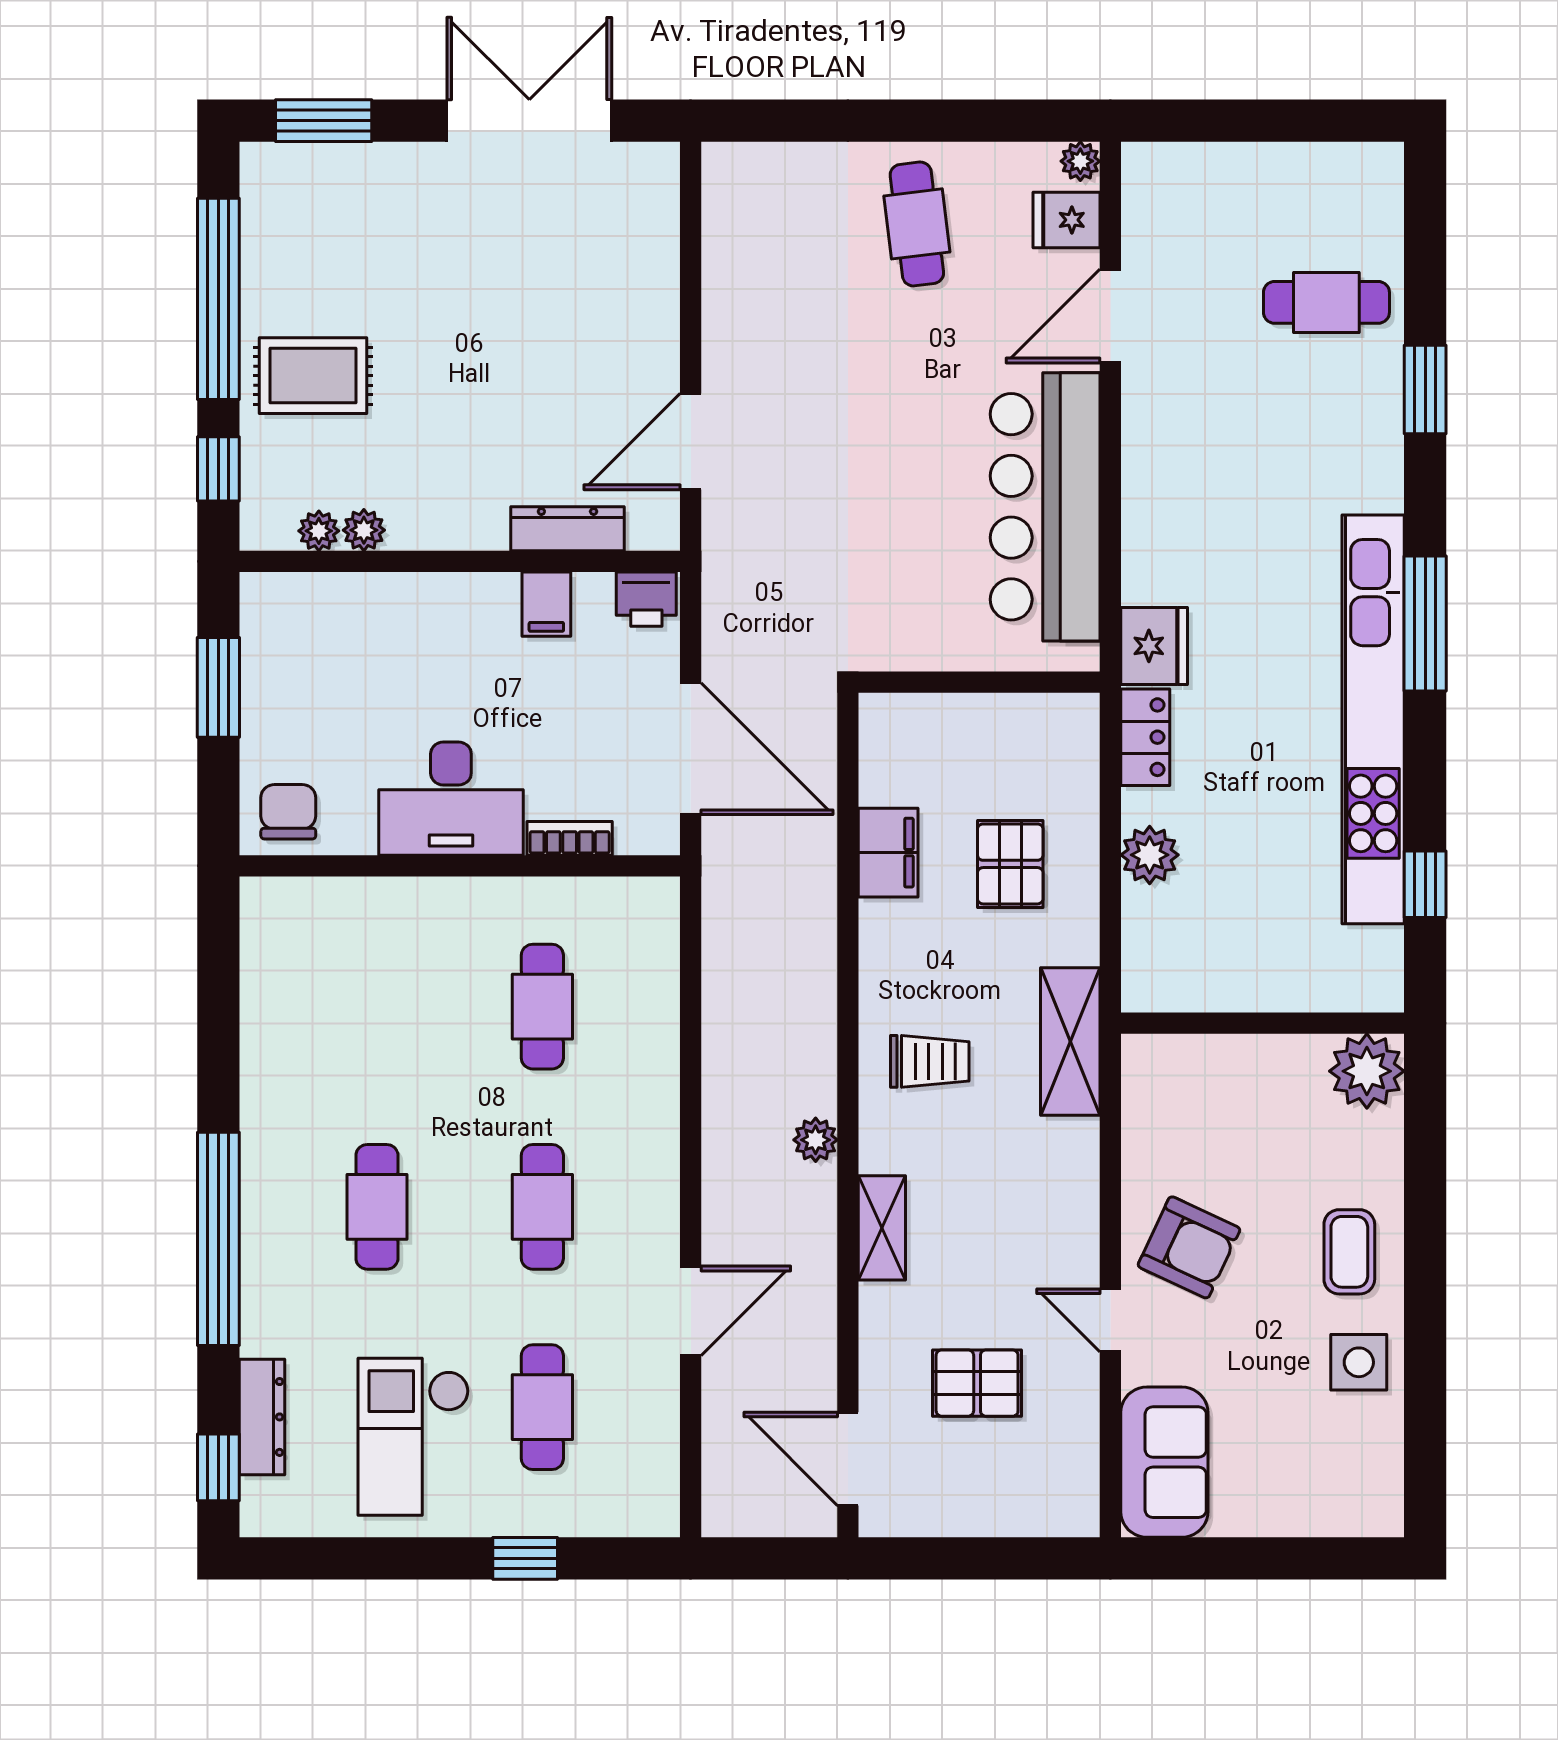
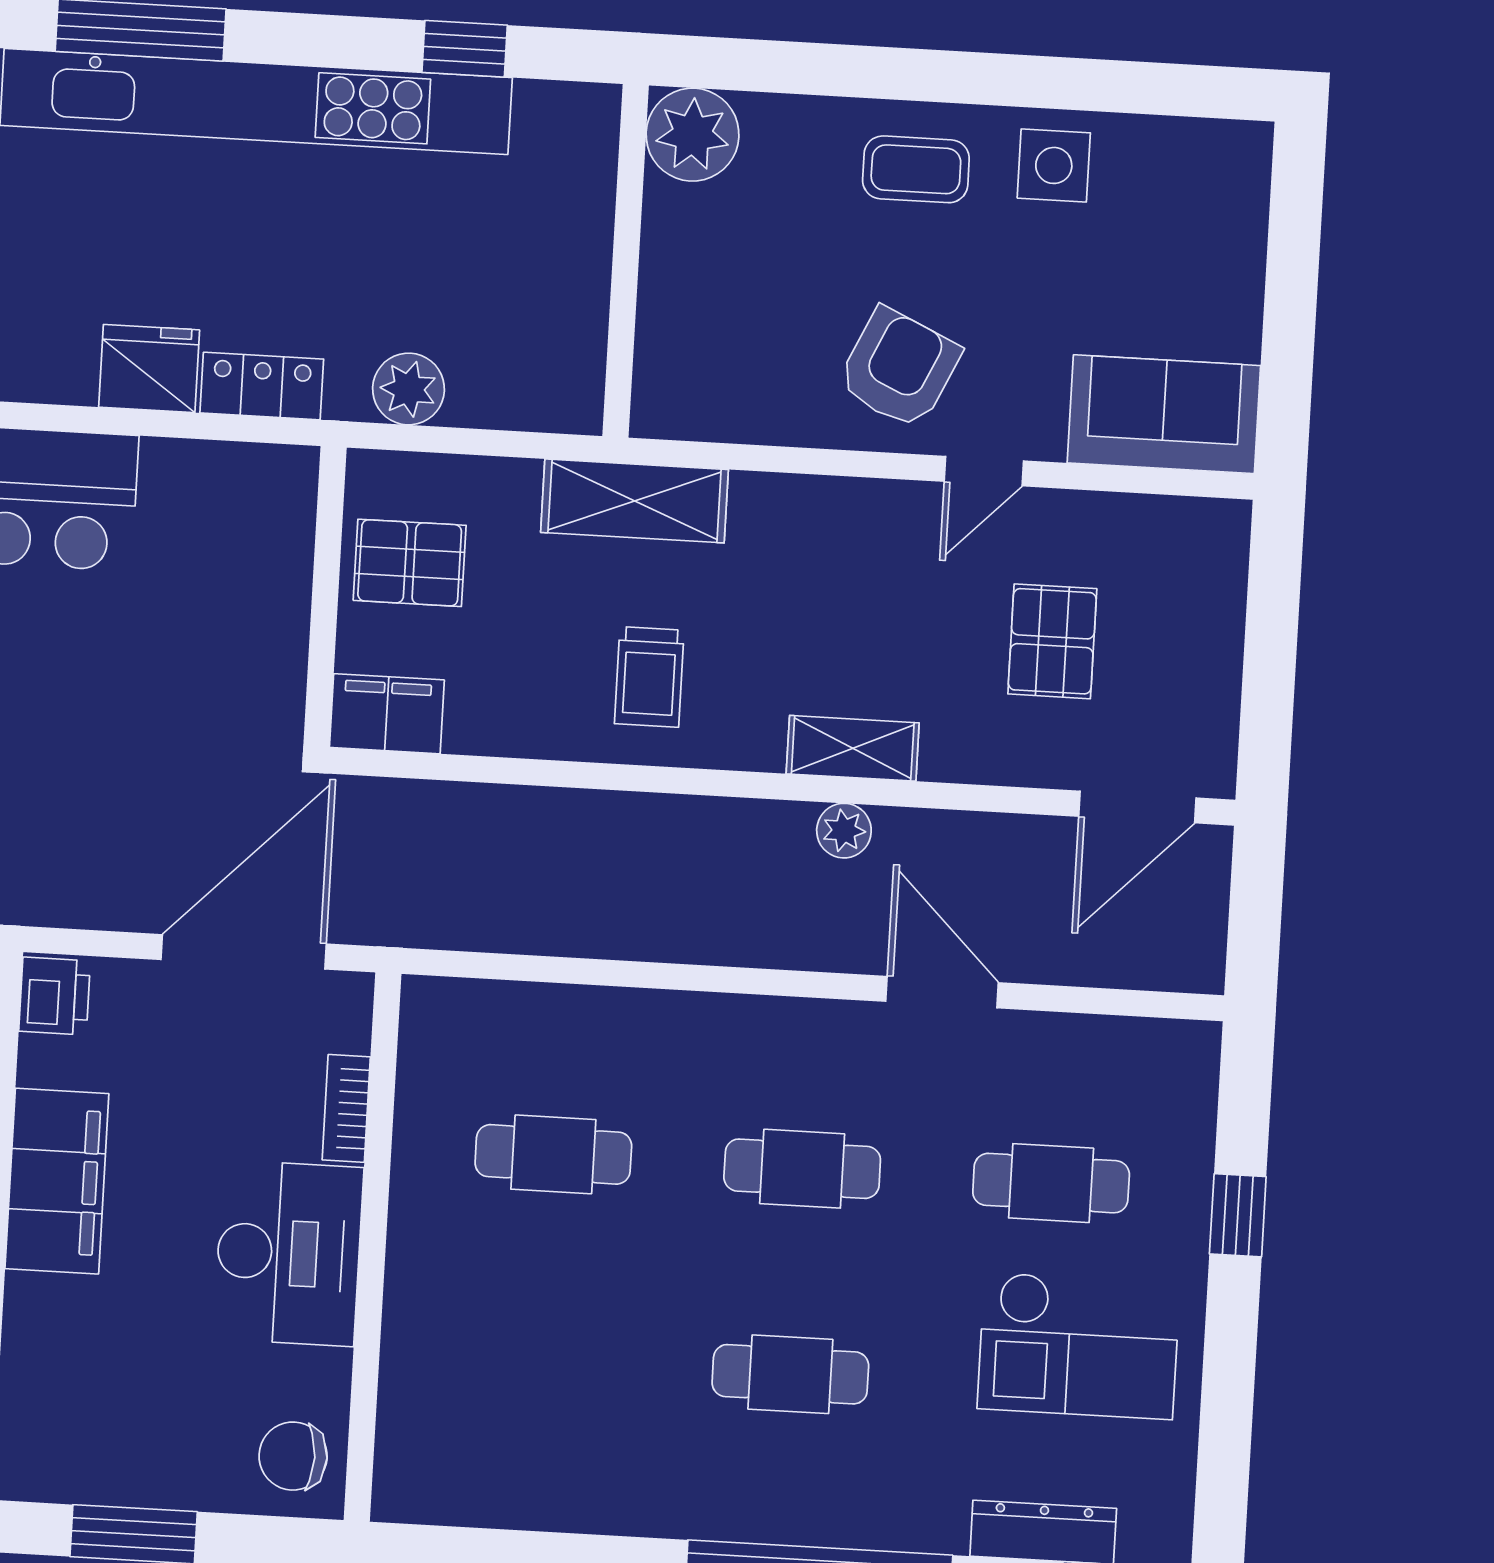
filing cabinet: (546, 604) -> (57, 1181), width x3.00, depth x1.17
wall: (979, 682) -> (325, 597), moved
trolley: (930, 1061) -> (649, 677), turned 180
plant: (816, 1140) -> (844, 831), moved

